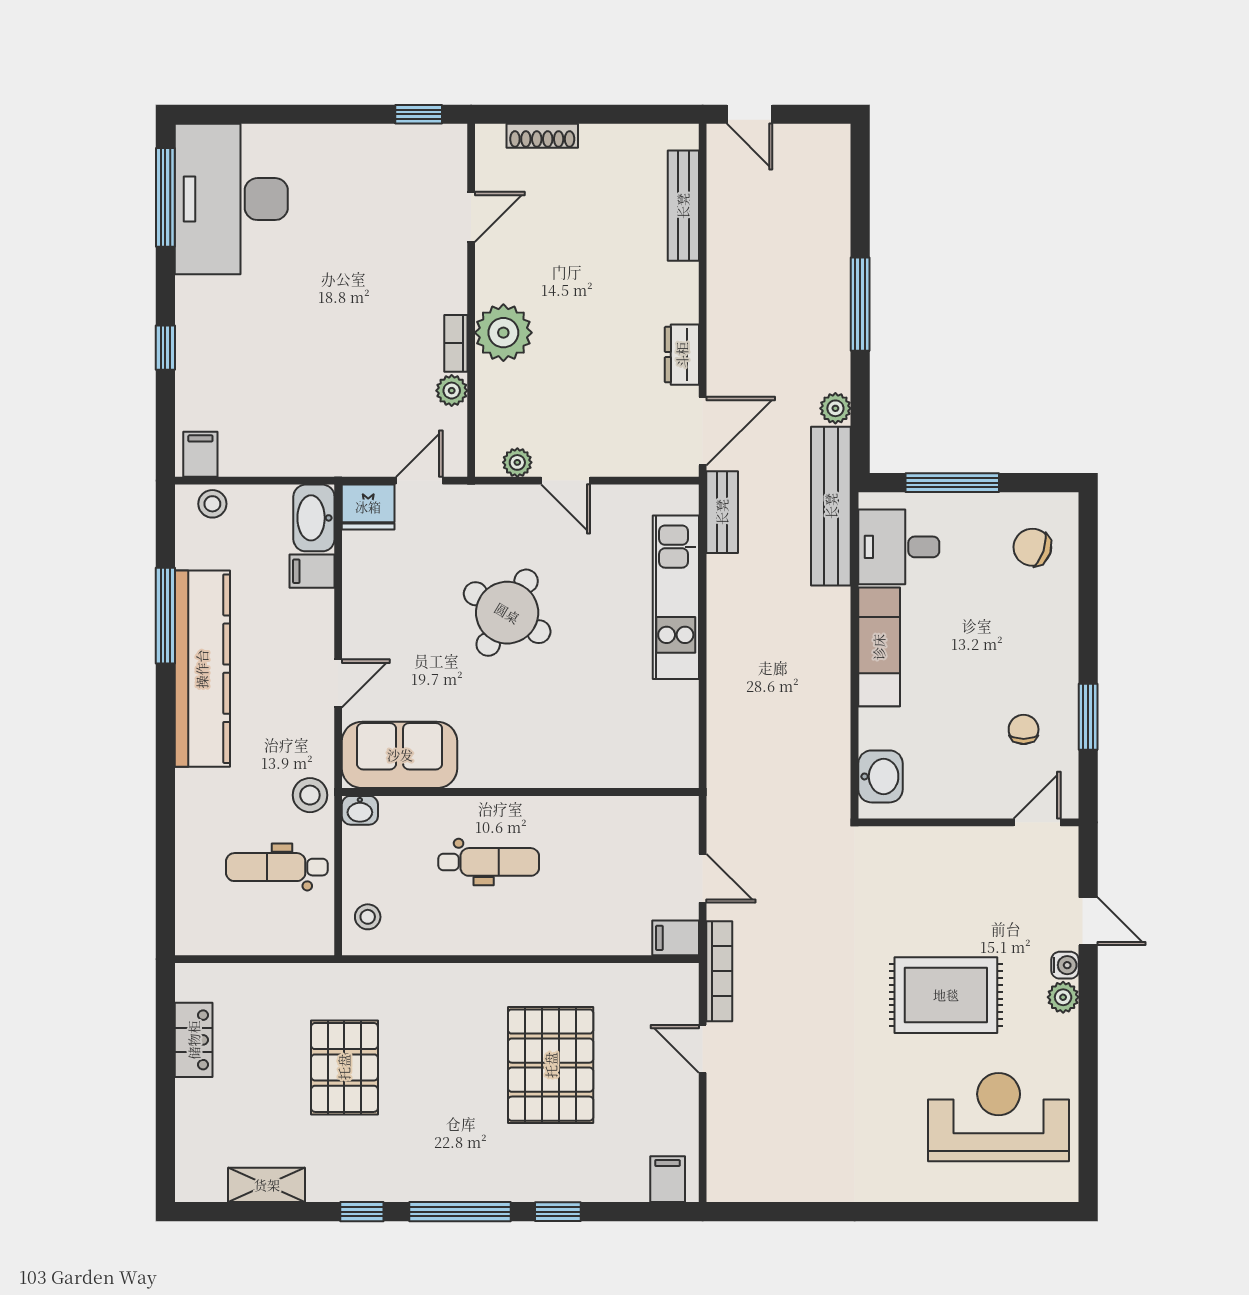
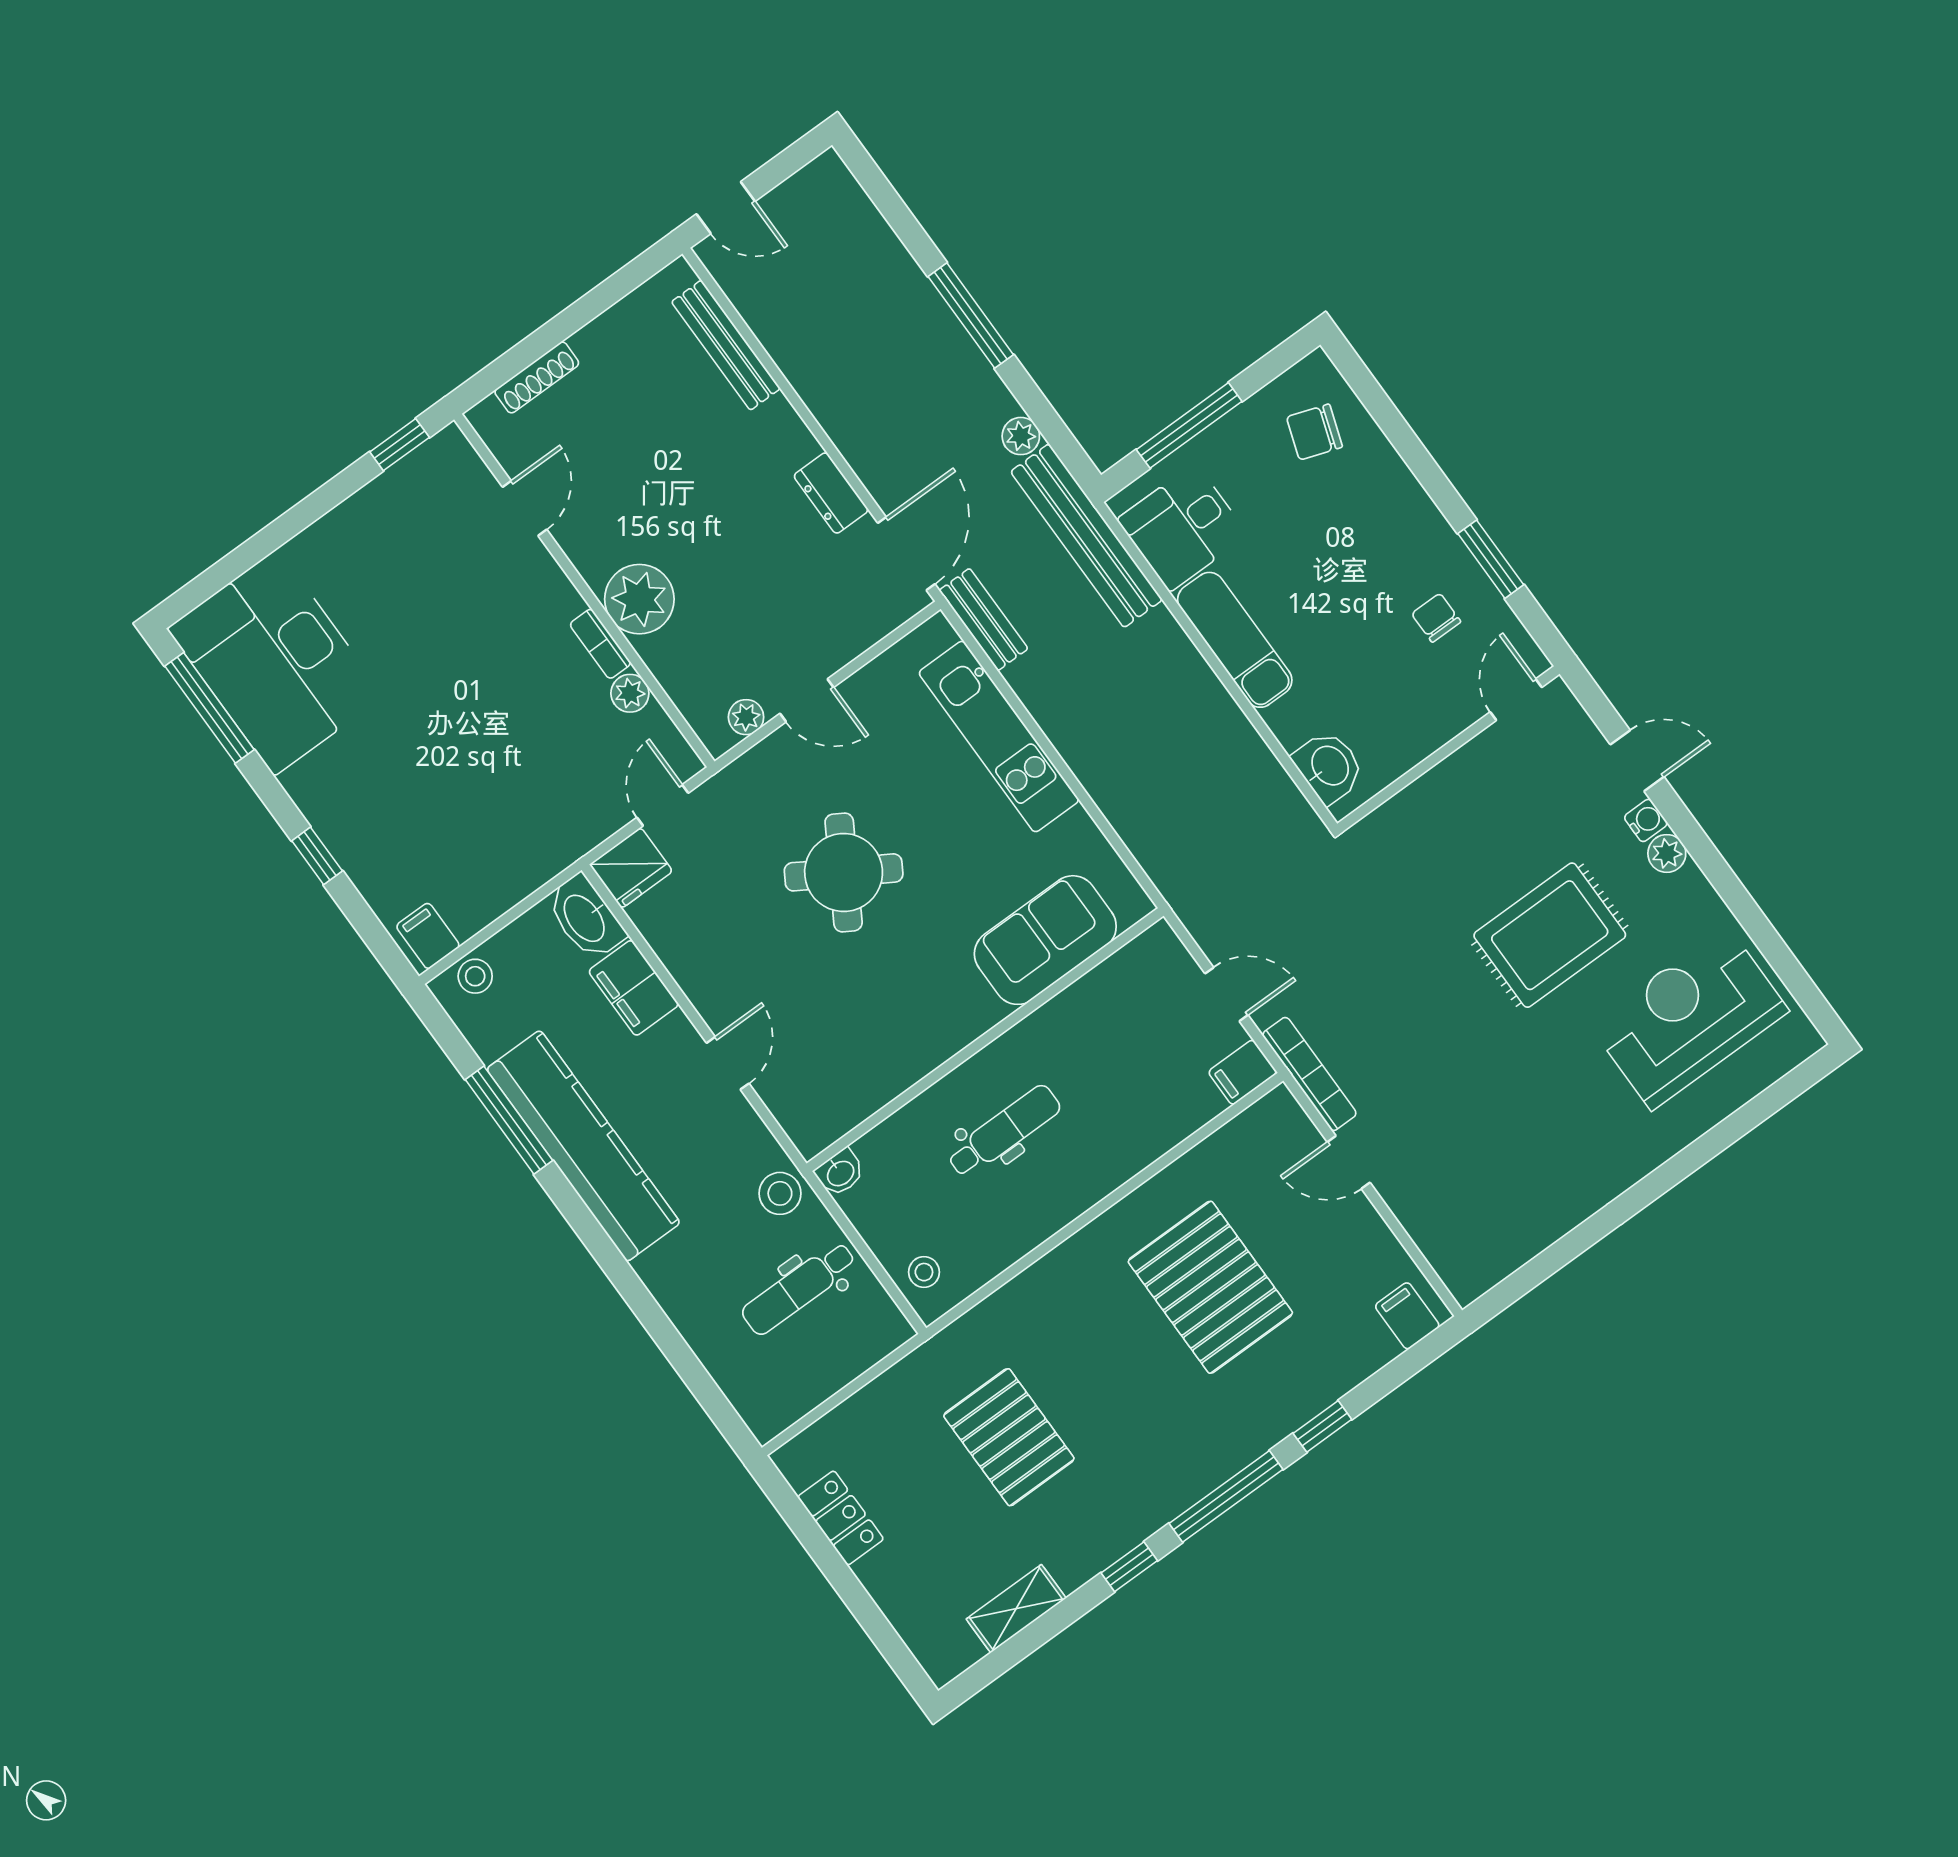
filing cabinet: (312, 571) -> (634, 988), width x2.00
sofa: (400, 755) -> (1045, 940), moved

